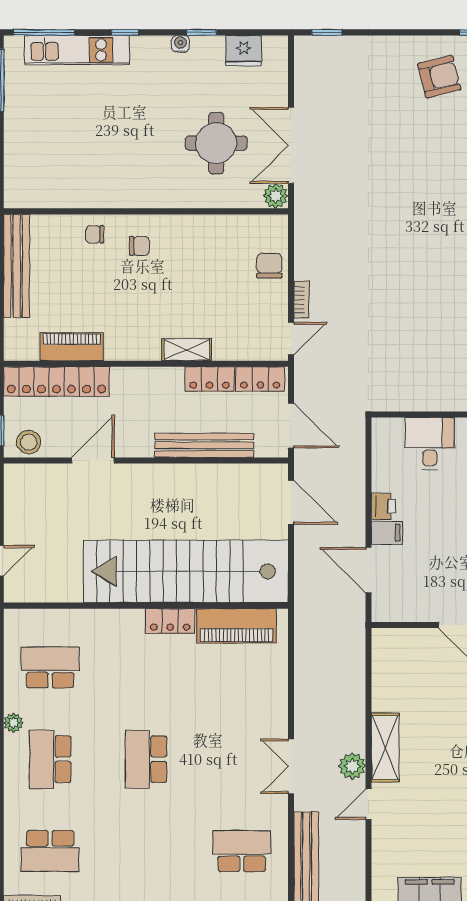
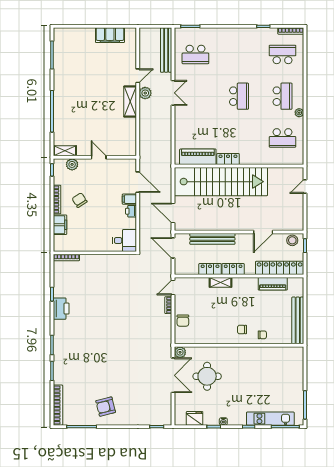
locker: (260, 379) -> (233, 269), moved
desk: (430, 444) -> (125, 240), moved, turned -90

